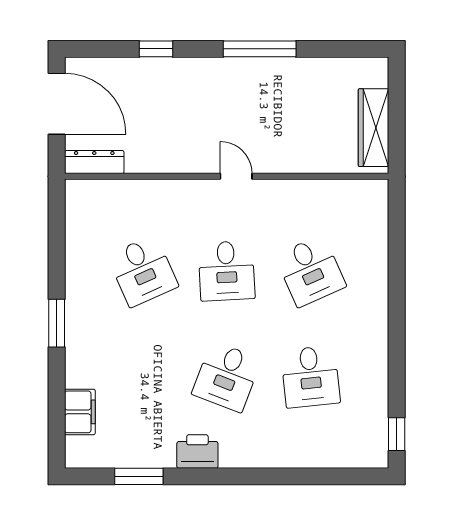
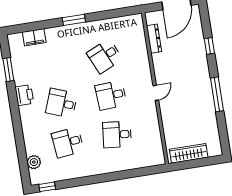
dresser: (94, 162) -> (154, 39), moved
desk: (310, 271) -> (117, 134), turned 30
plant: (341, 454) -> (34, 162), added

